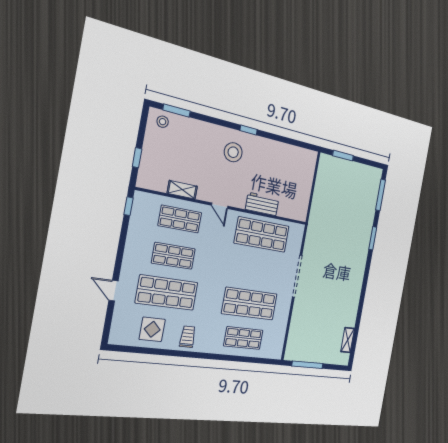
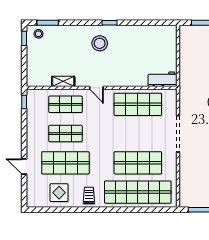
window: (137, 158) -> (24, 38), moved
workbench: (262, 204) -> (163, 79), moved
shop shelf: (243, 338) -> (138, 192), width x2.00, depth x1.36

